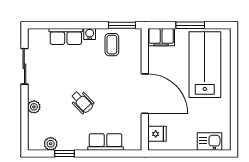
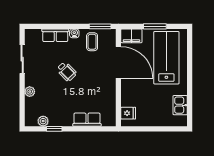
door: (145, 94) -> (118, 62), moved
wheelchair: (82, 102) -> (67, 71), moved
kitchen sink: (210, 142) -> (180, 105), moved, turned -90

